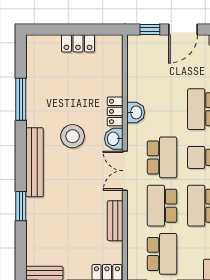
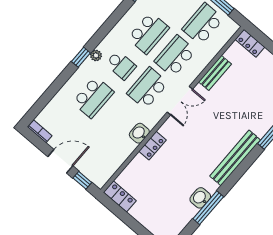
locker: (78, 43) -> (120, 196), moved
stool: (73, 136) -> (195, 153), removed
washbasin: (114, 139) -> (200, 198), moved, turned 180
school desk: (162, 206) -> (175, 56), turned 180

